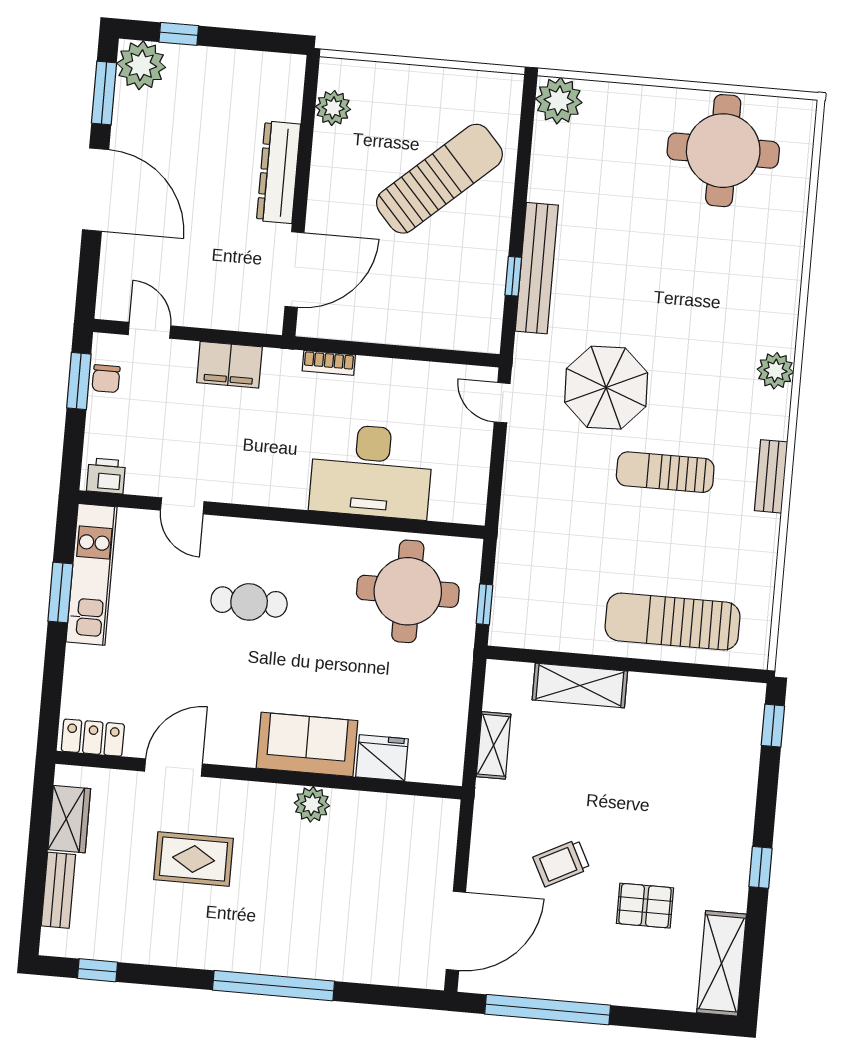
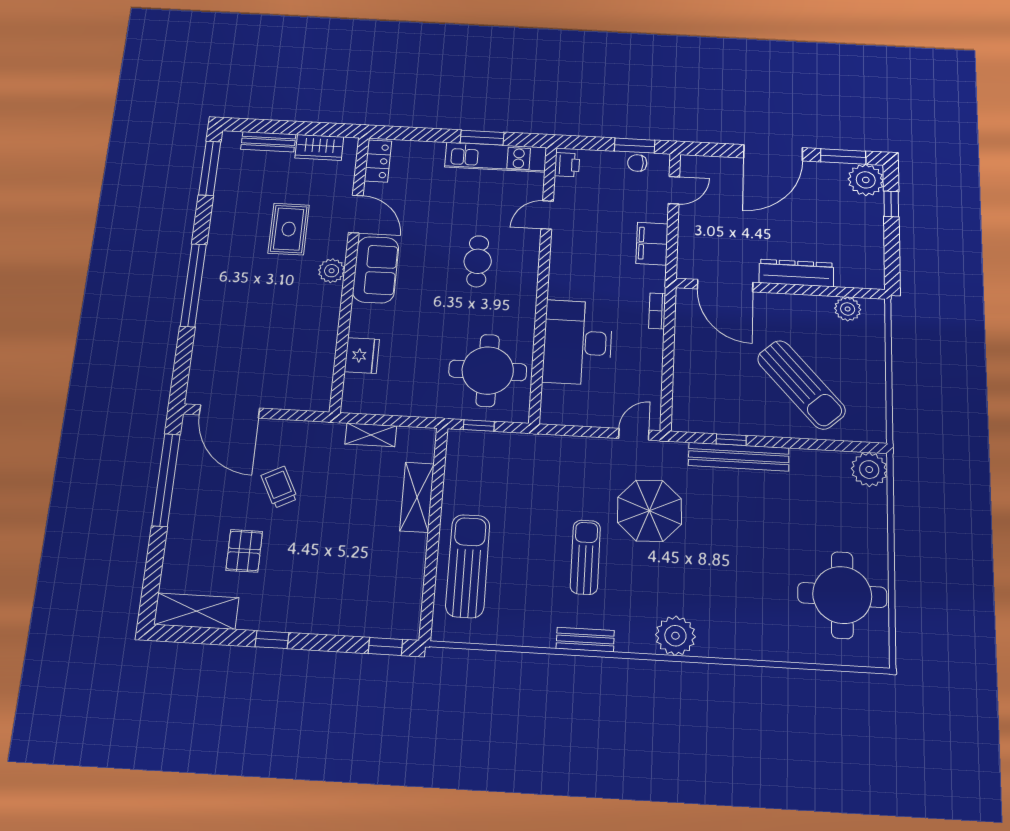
plant: (775, 371) -> (675, 636), width x1.36, depth x1.36
sofa: (307, 744) -> (376, 270), moved
plant: (312, 804) -> (332, 271), moved
window: (97, 970) -> (210, 168), width x2.17

